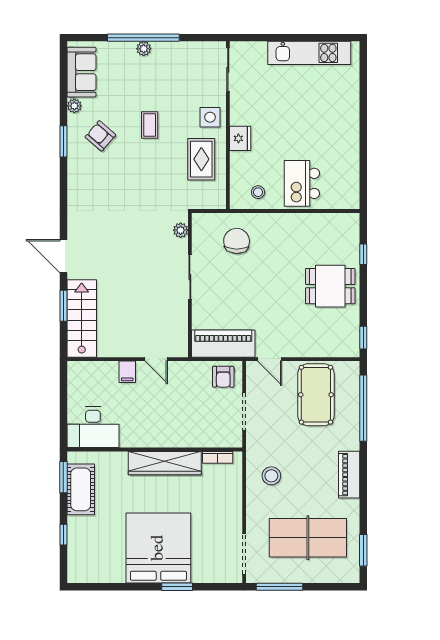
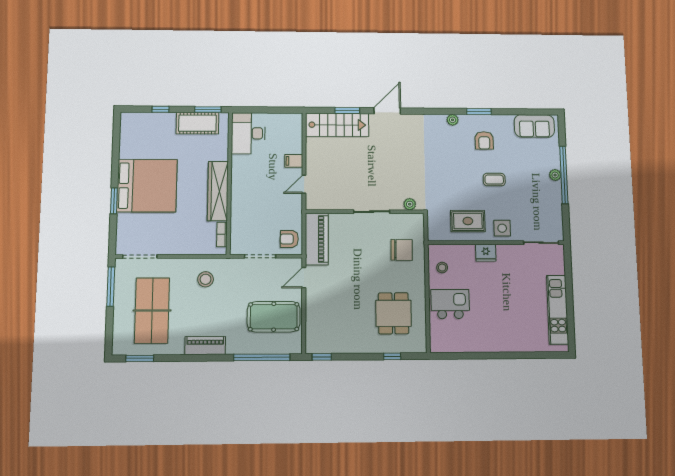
plant: (74, 106) -> (453, 120), moved
armchair: (100, 136) -> (484, 140), turned 139
dining table: (330, 286) -> (393, 313), moved

